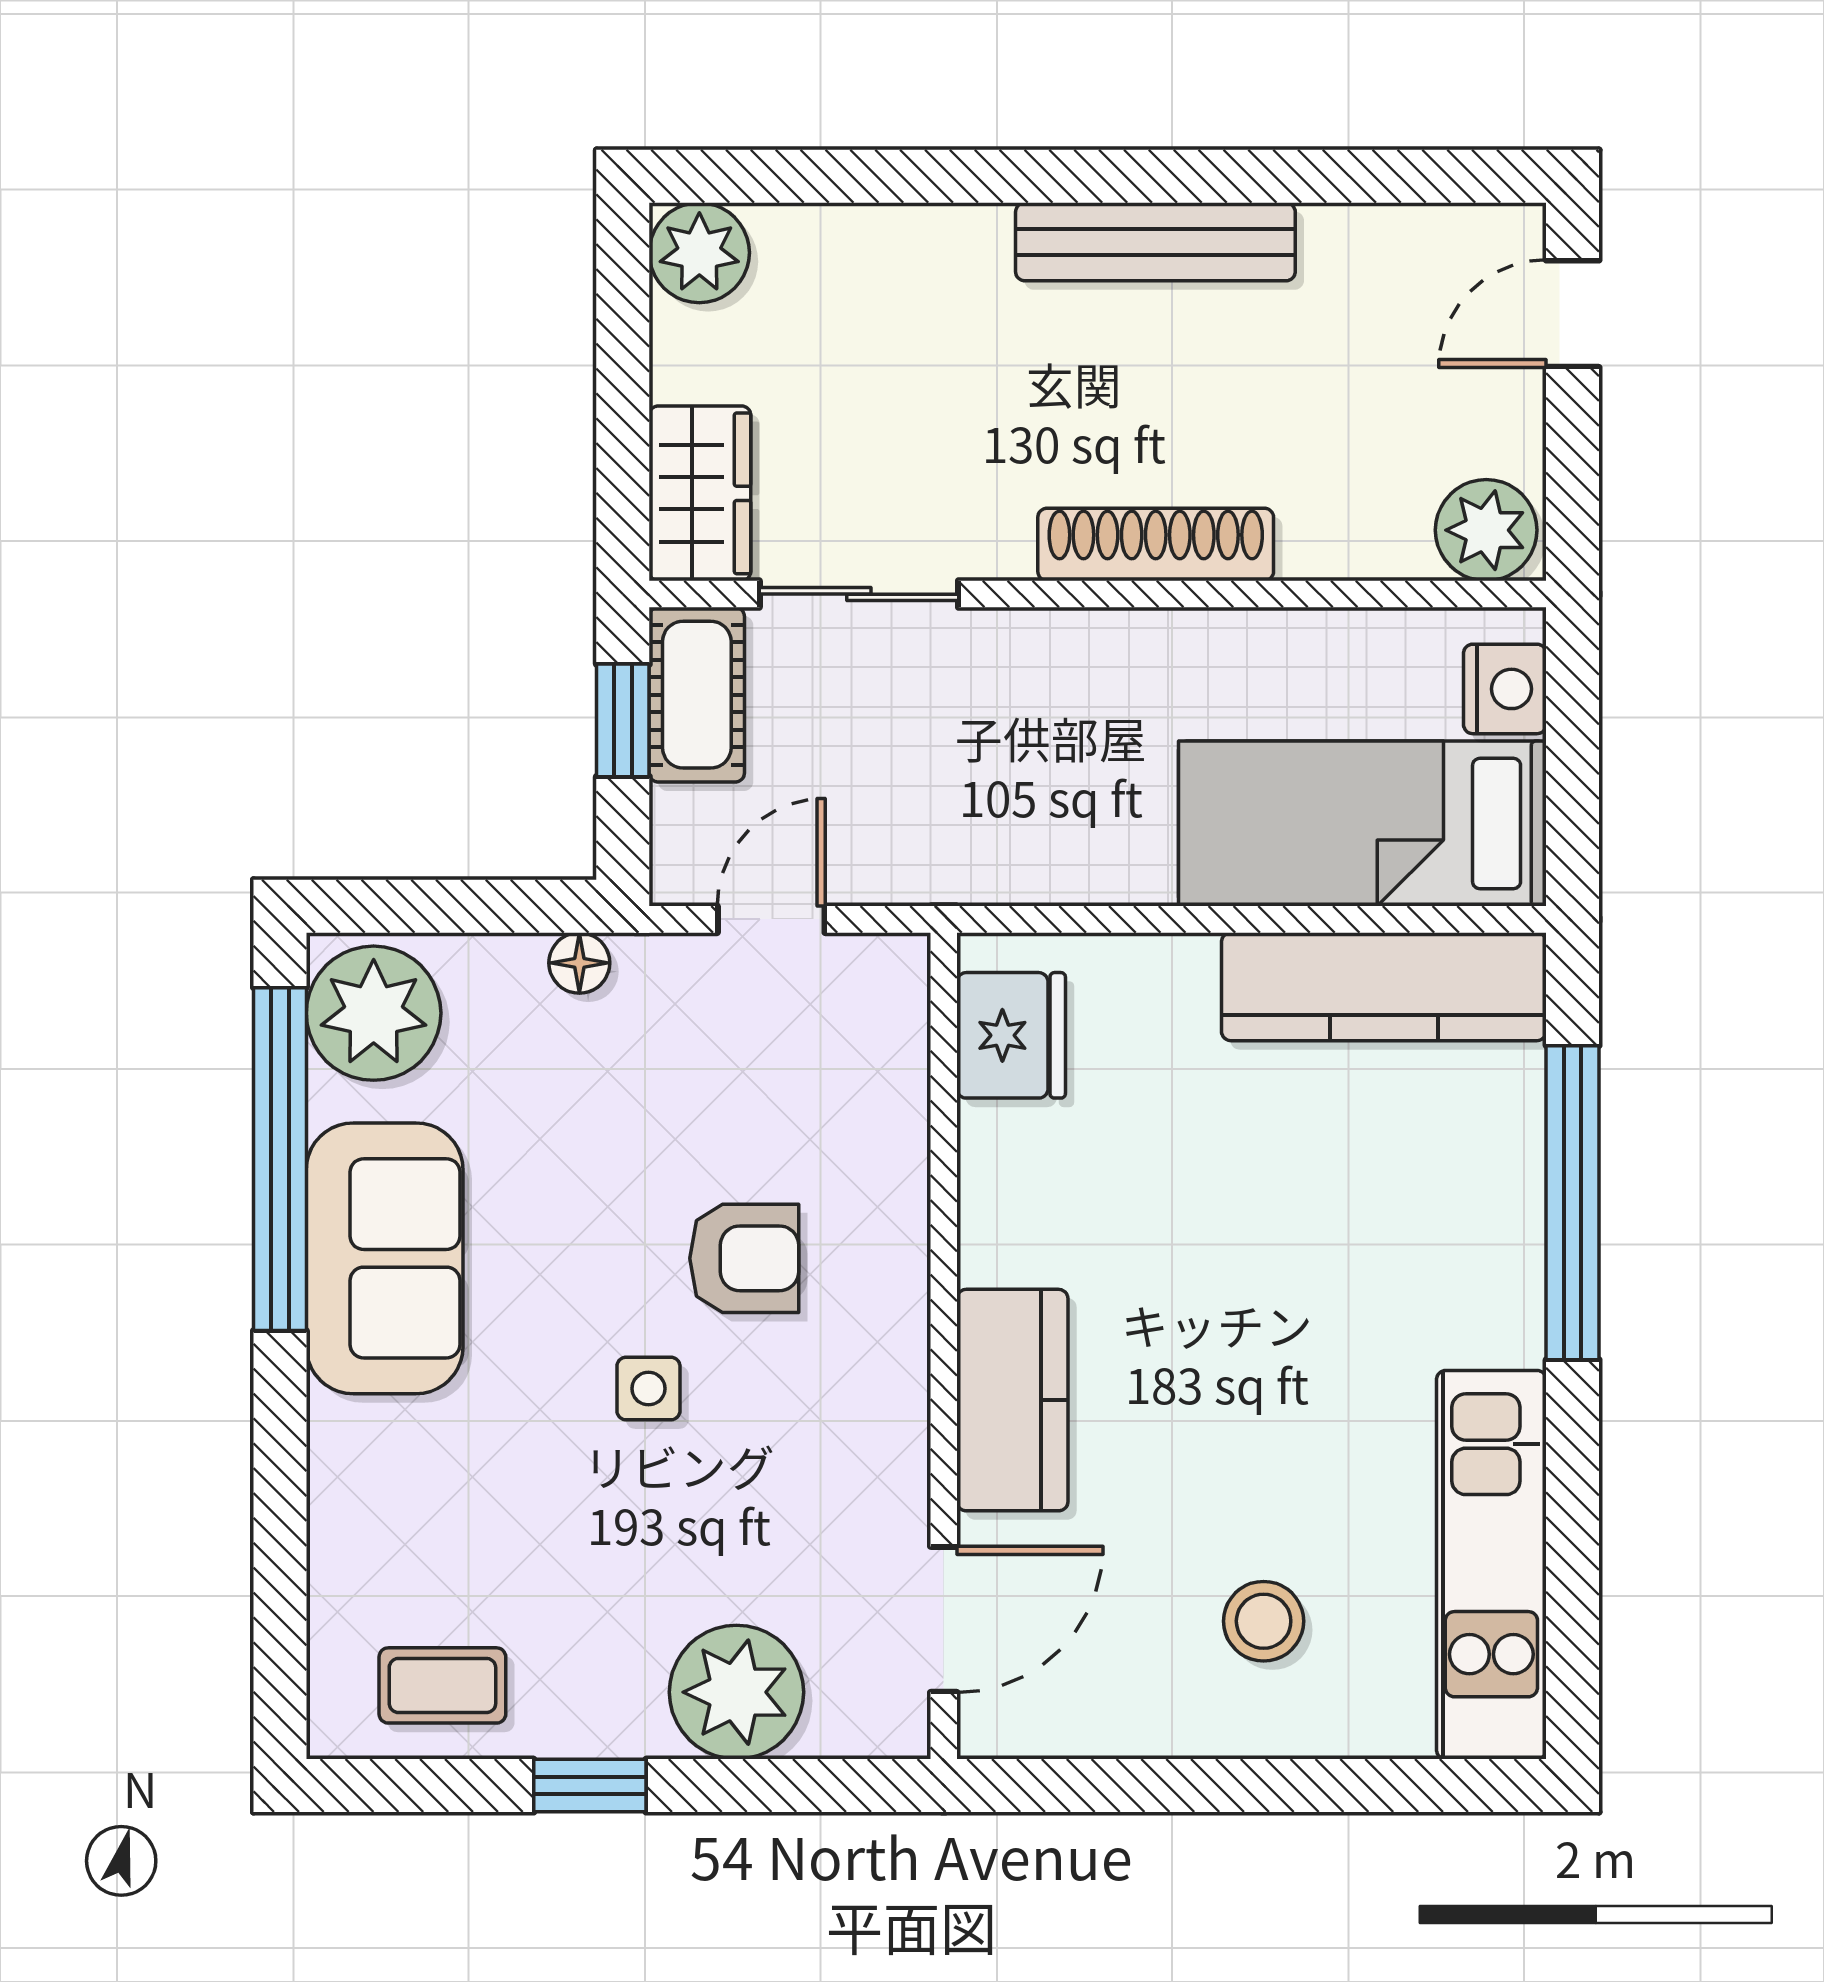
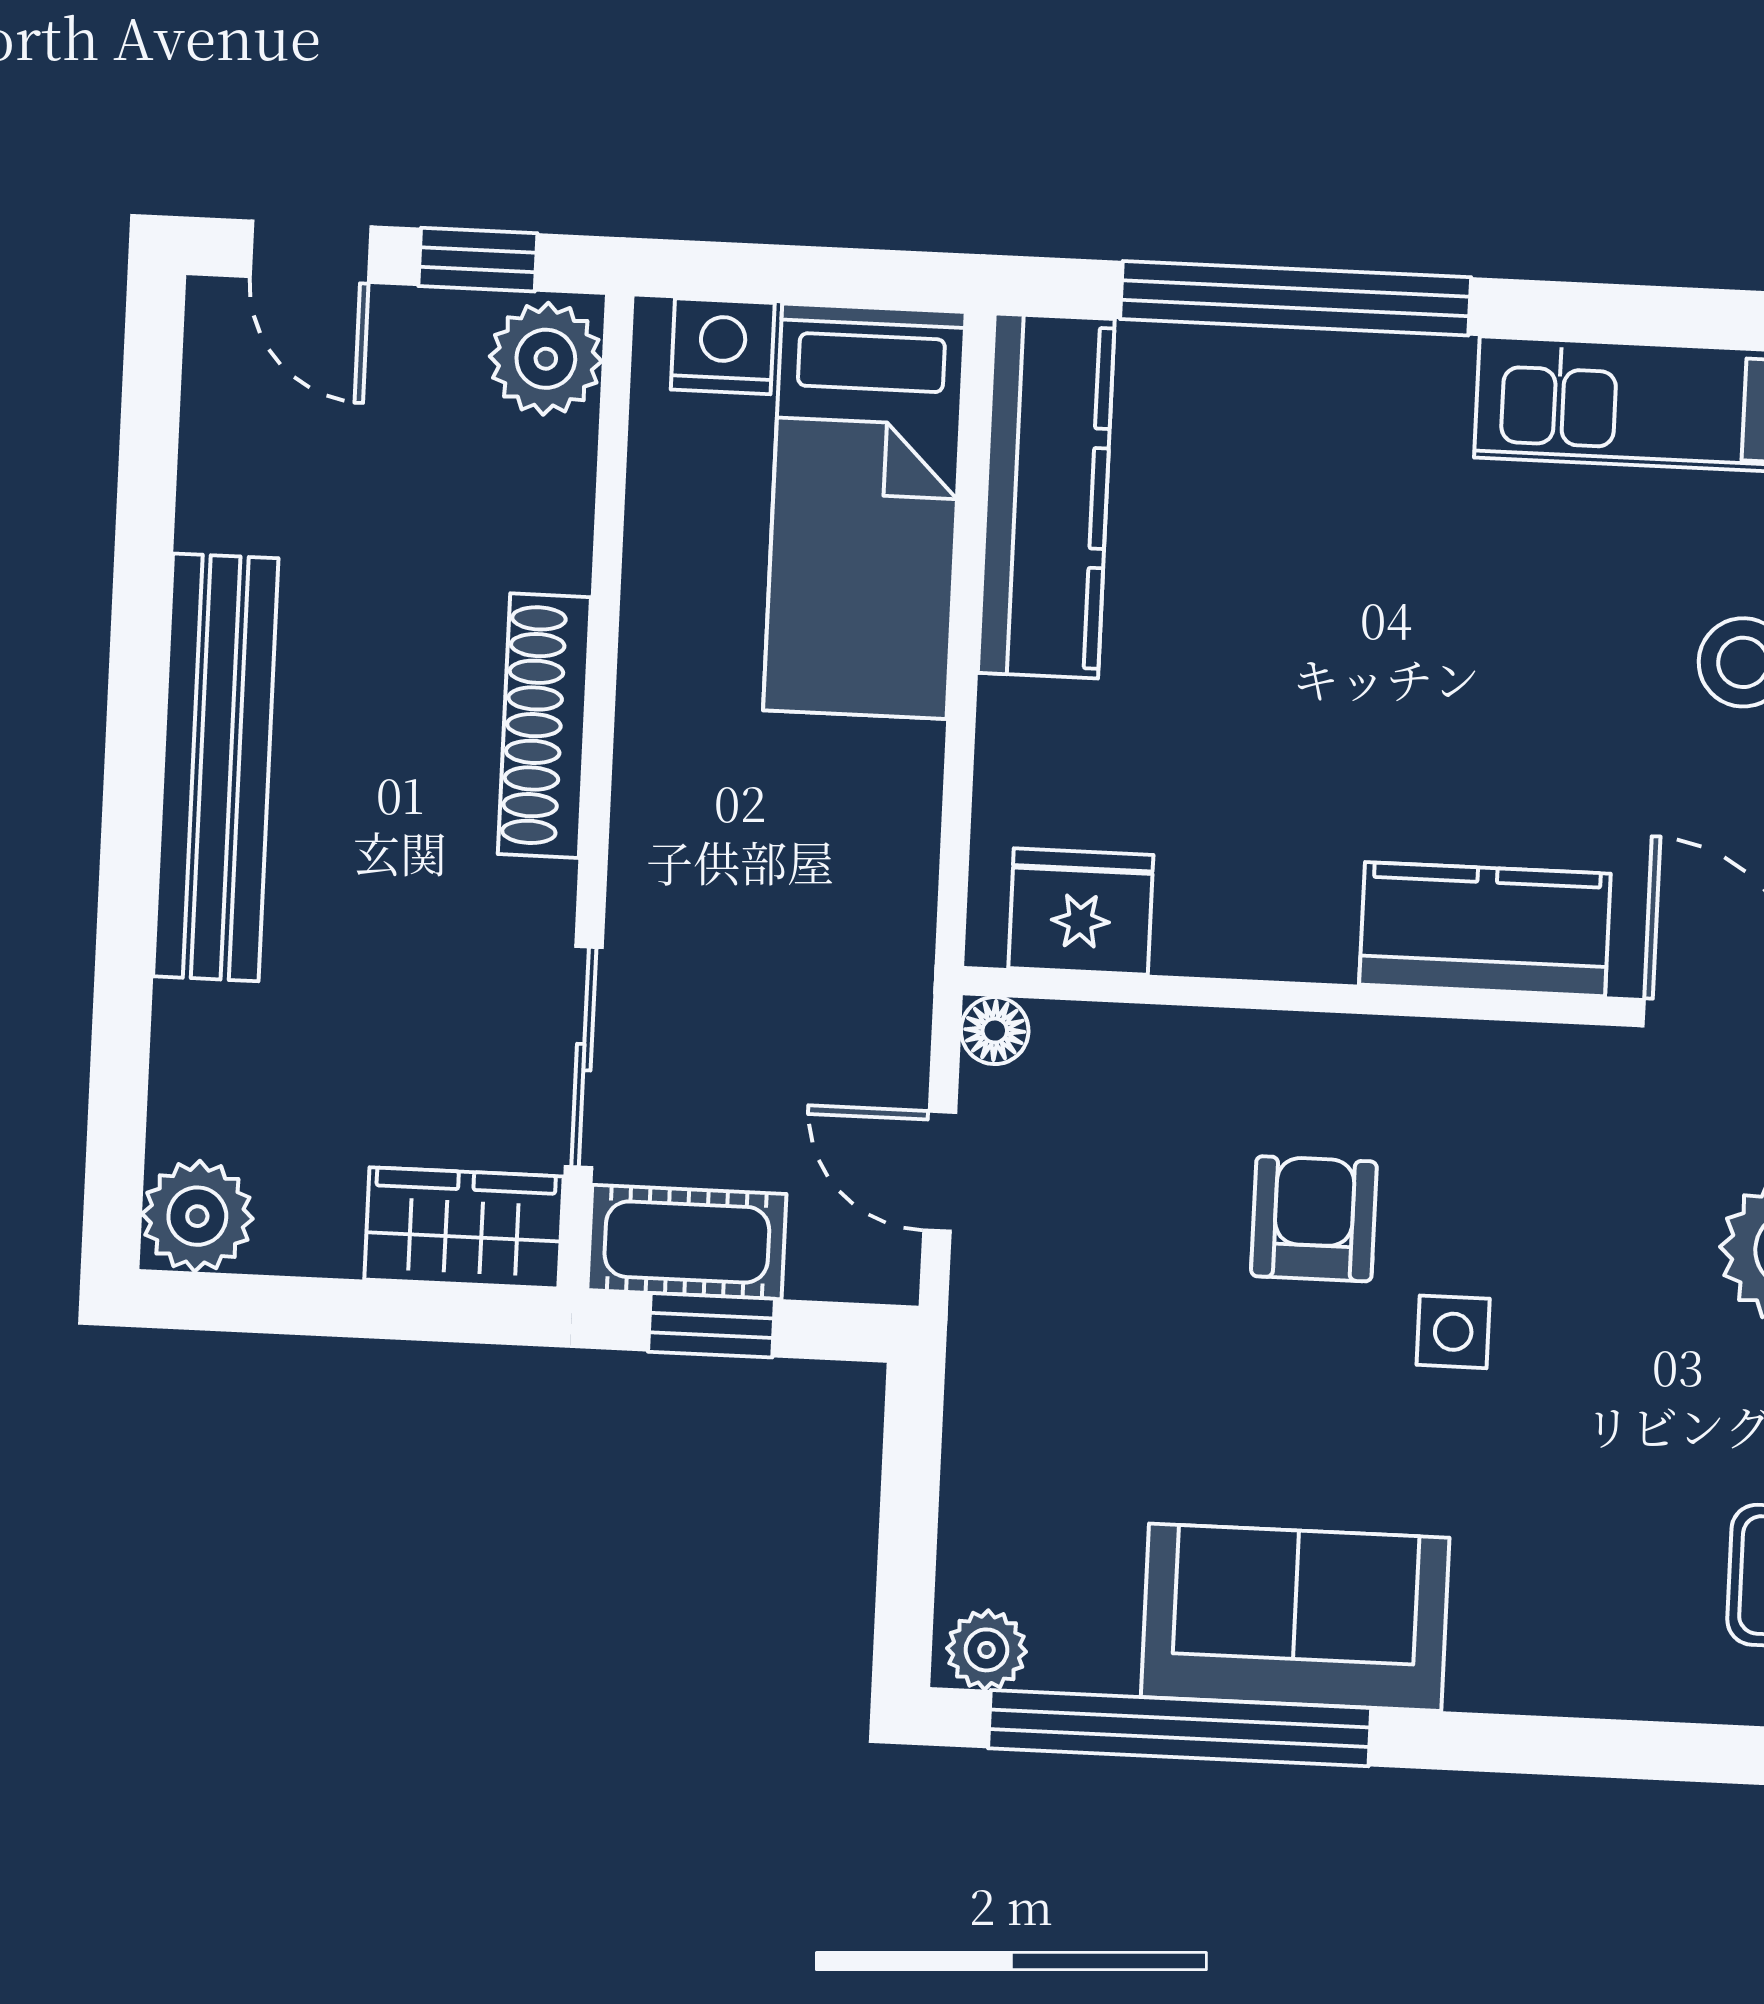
bench: (1155, 242) -> (216, 767), width x1.37, depth x1.21
window: (1573, 465) -> (478, 260), added
floor lamp: (579, 963) -> (995, 1031), moved
plant: (374, 1013) -> (987, 1650), width x0.53, depth x0.53

